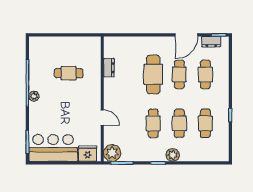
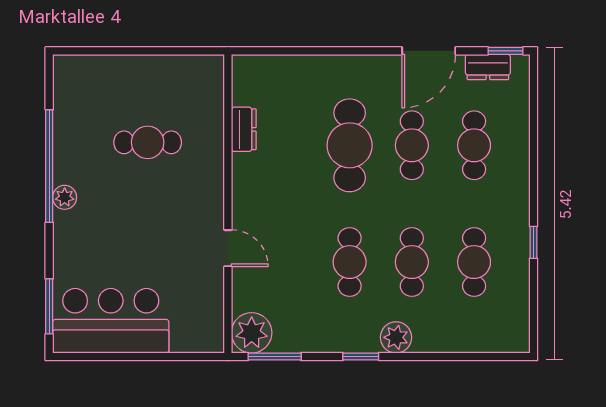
fridge: (88, 154) -> (193, 334), removed

